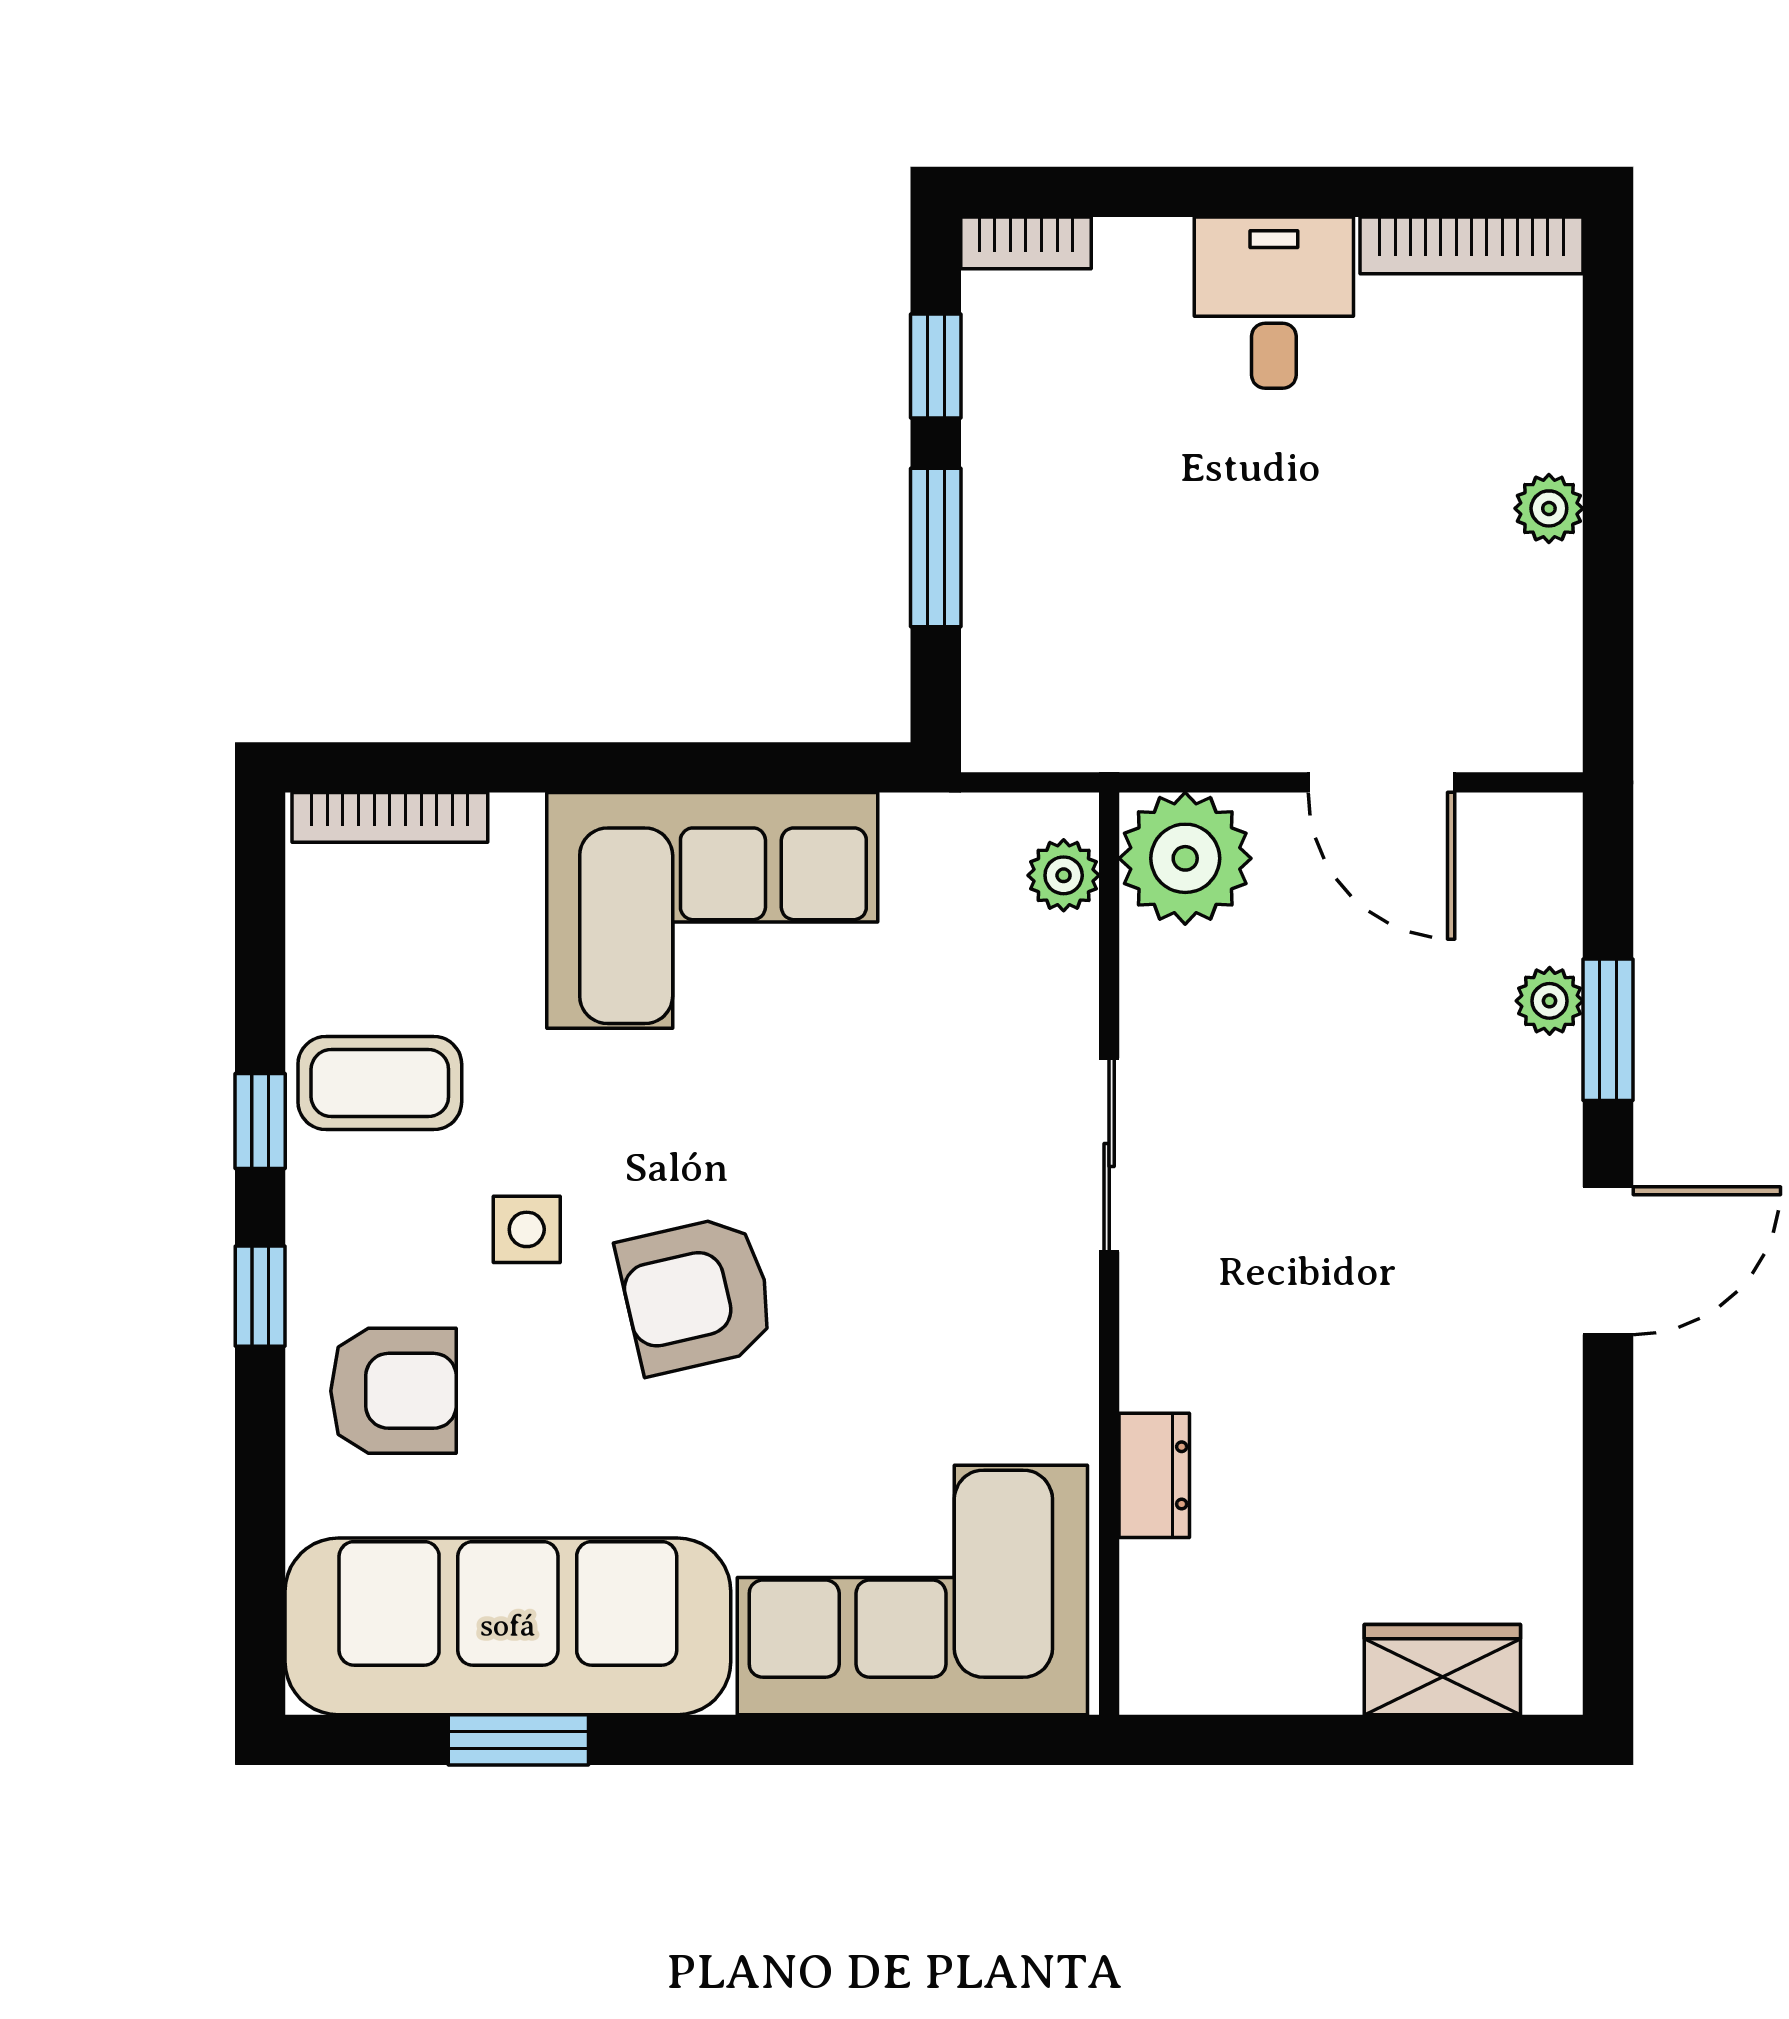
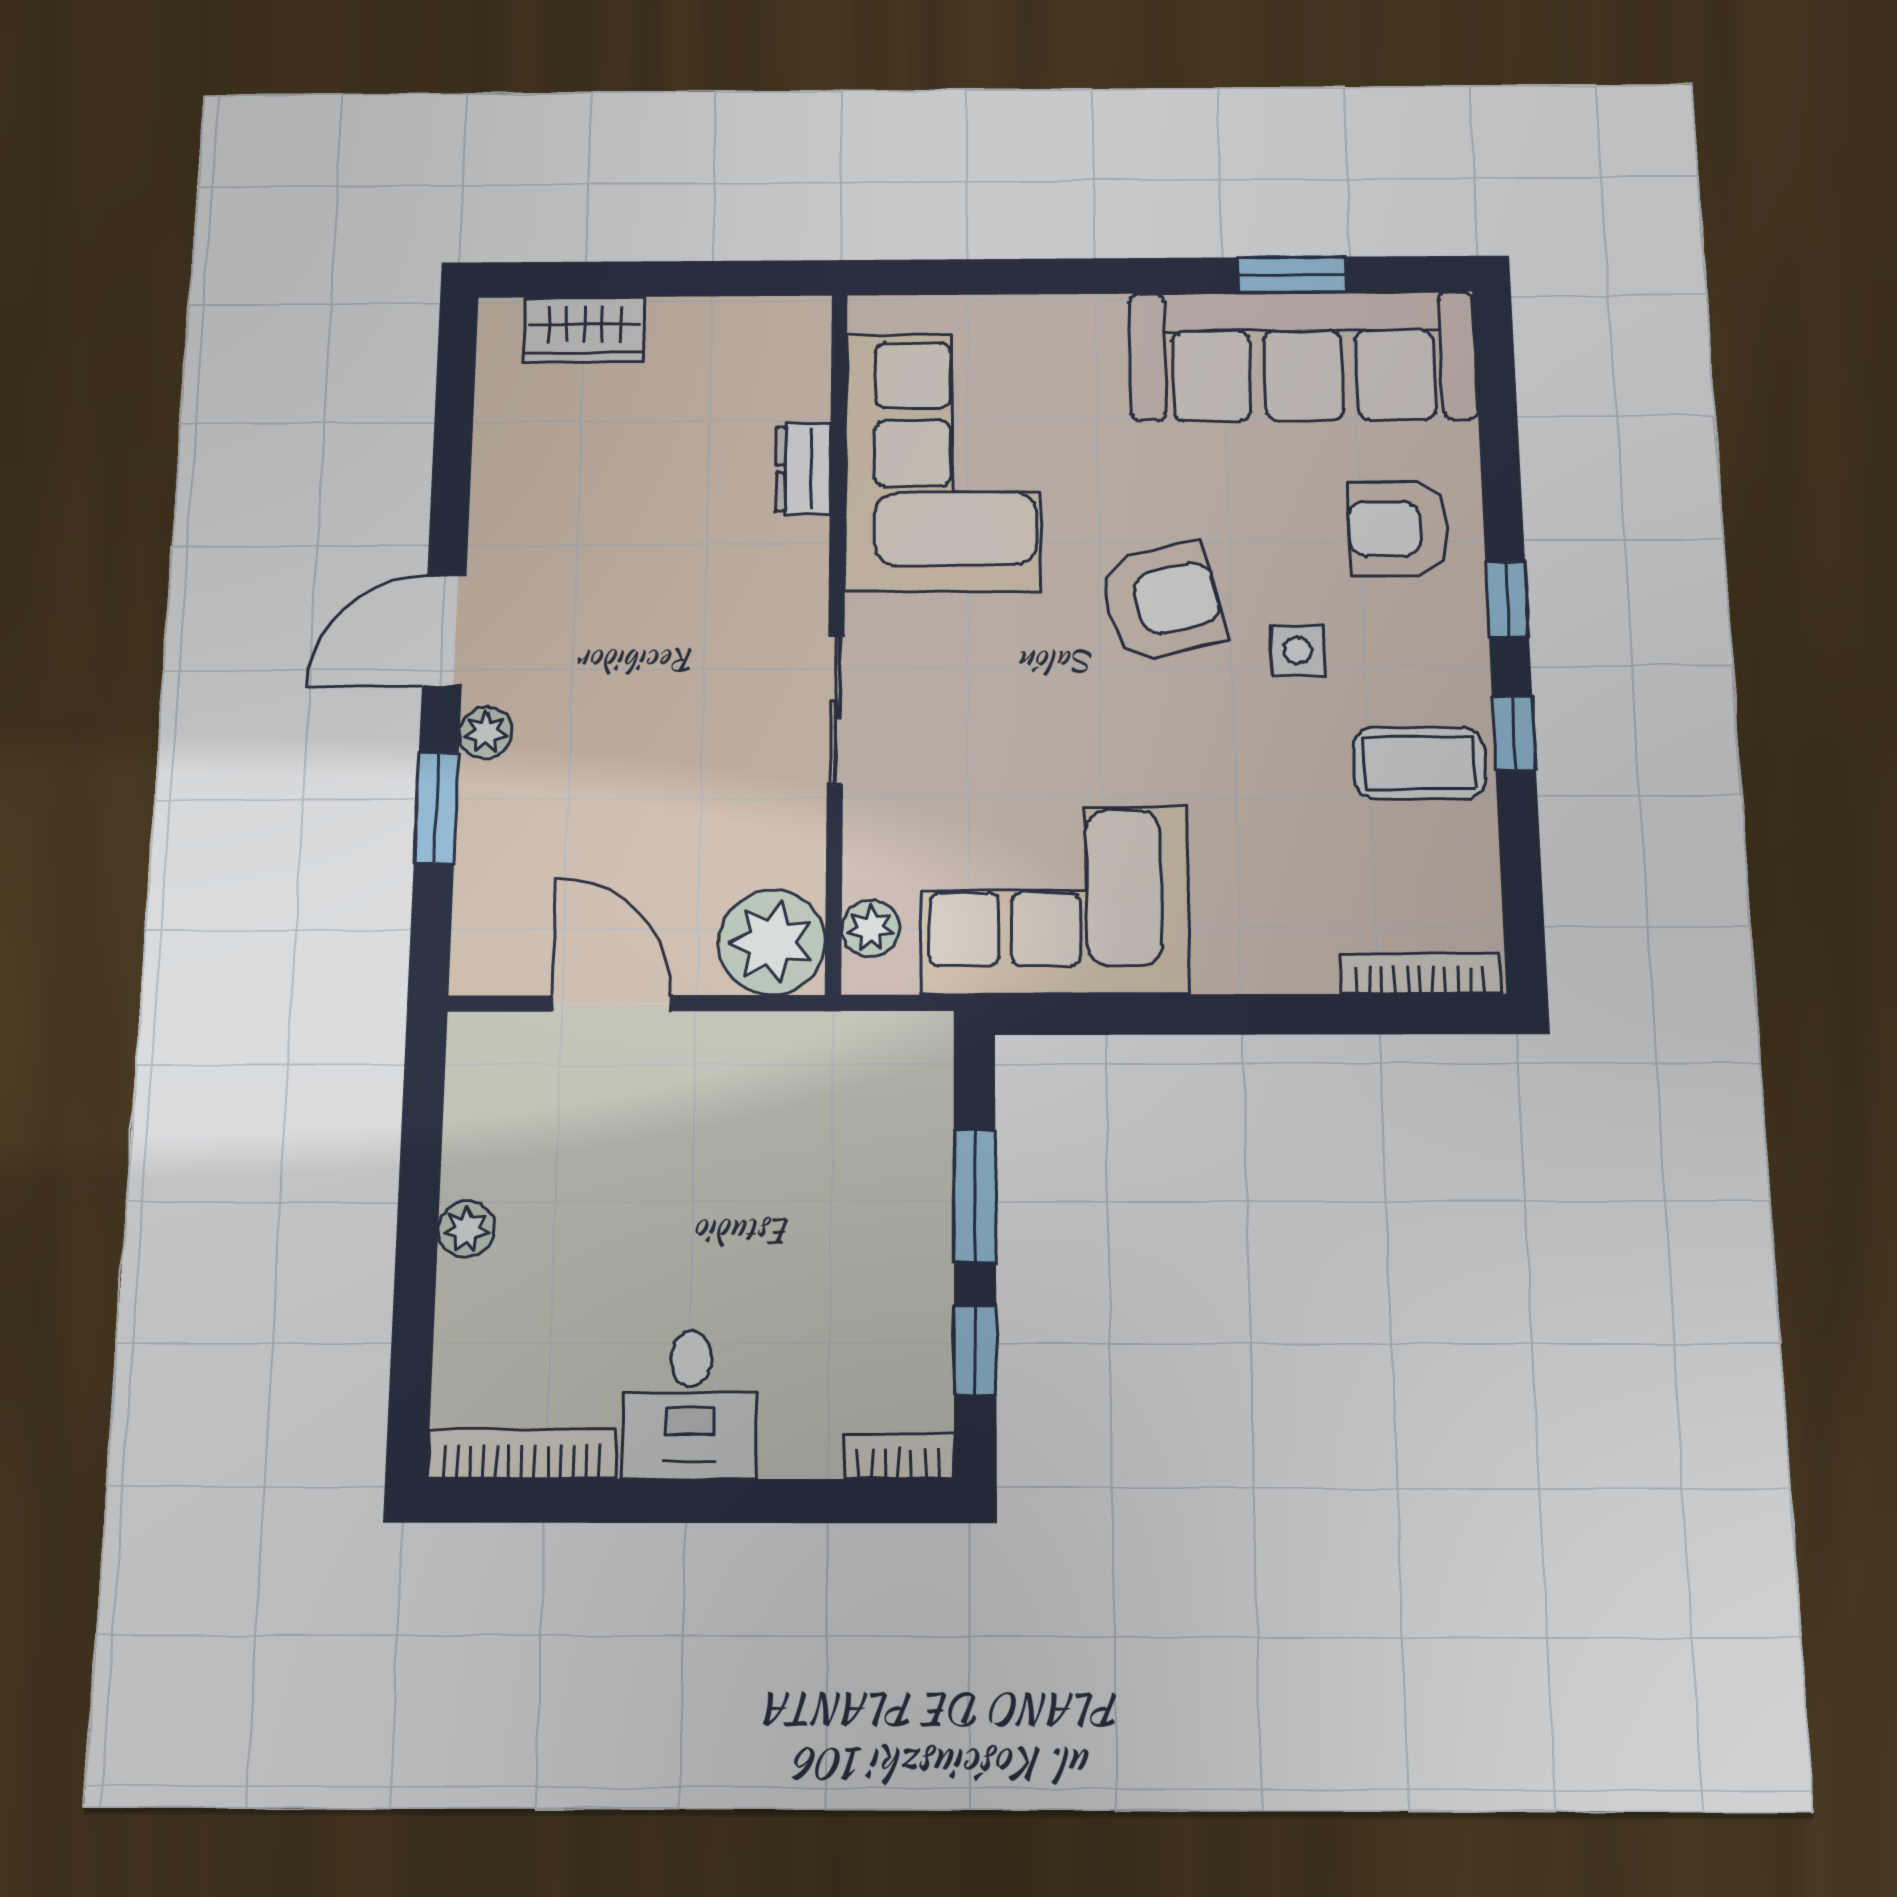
corner sofa: (712, 910) -> (1054, 900), moved
plant: (1550, 1001) -> (486, 733), moved
corner sofa: (912, 1590) -> (943, 461), moved, turned -90

